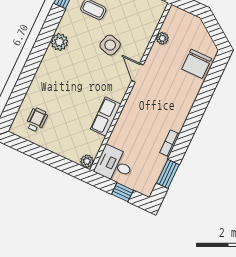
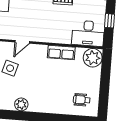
plant: (87, 161) -> (93, 58), width x1.88, depth x1.88
desk: (114, 165) -> (88, 33), width x1.37

